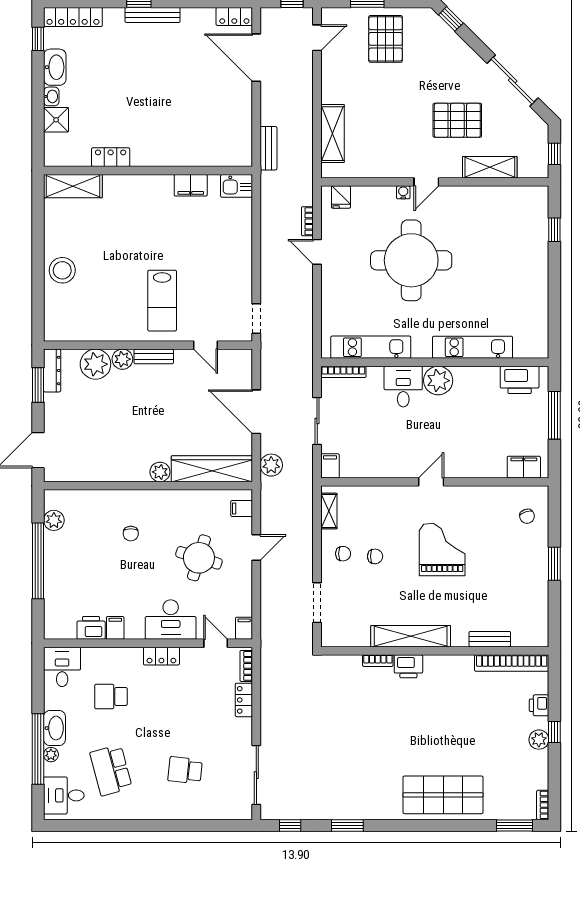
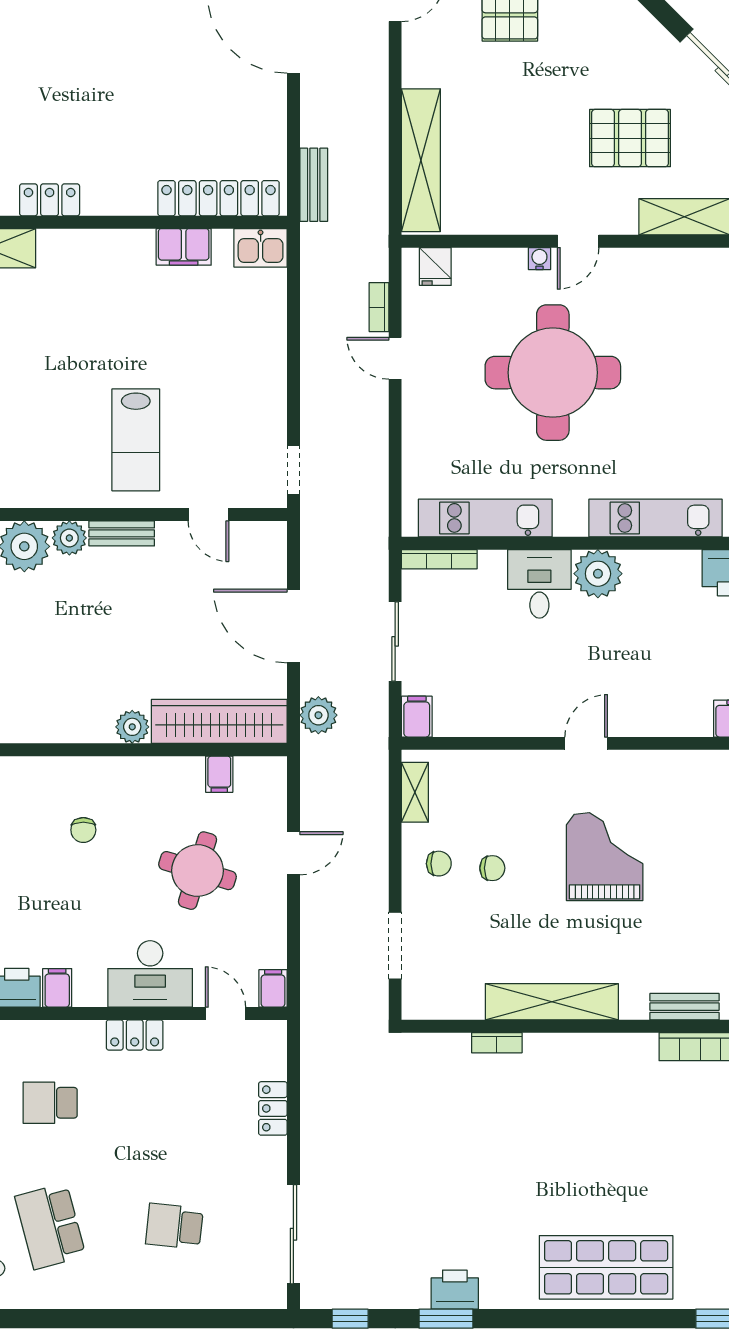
shelving: (332, 134) -> (421, 160), width x1.47
locker: (212, 156) -> (218, 198), added
filing cabinet: (242, 508) -> (219, 774), moved, turned -90
bookcase: (246, 666) -> (277, 1052), removed
printer: (408, 666) -> (455, 1290), moved, turned 180

